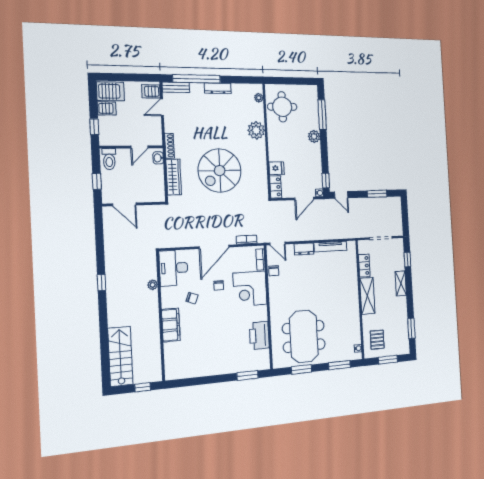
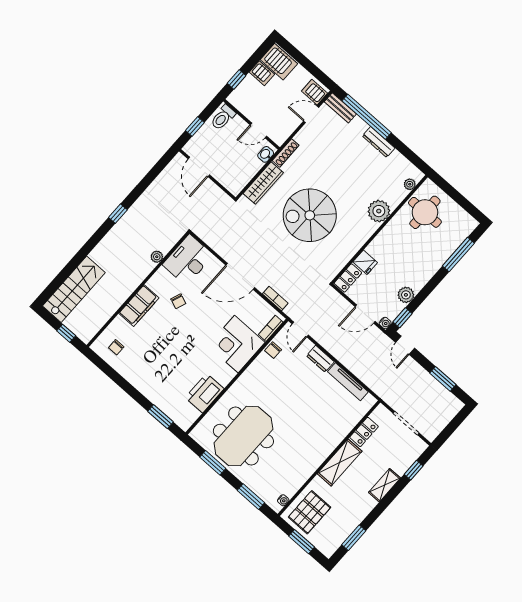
plant: (314, 136) -> (406, 295), moved
chair: (219, 285) -> (116, 347), moved
pallet: (377, 340) -> (309, 512), width x1.50, depth x1.42

